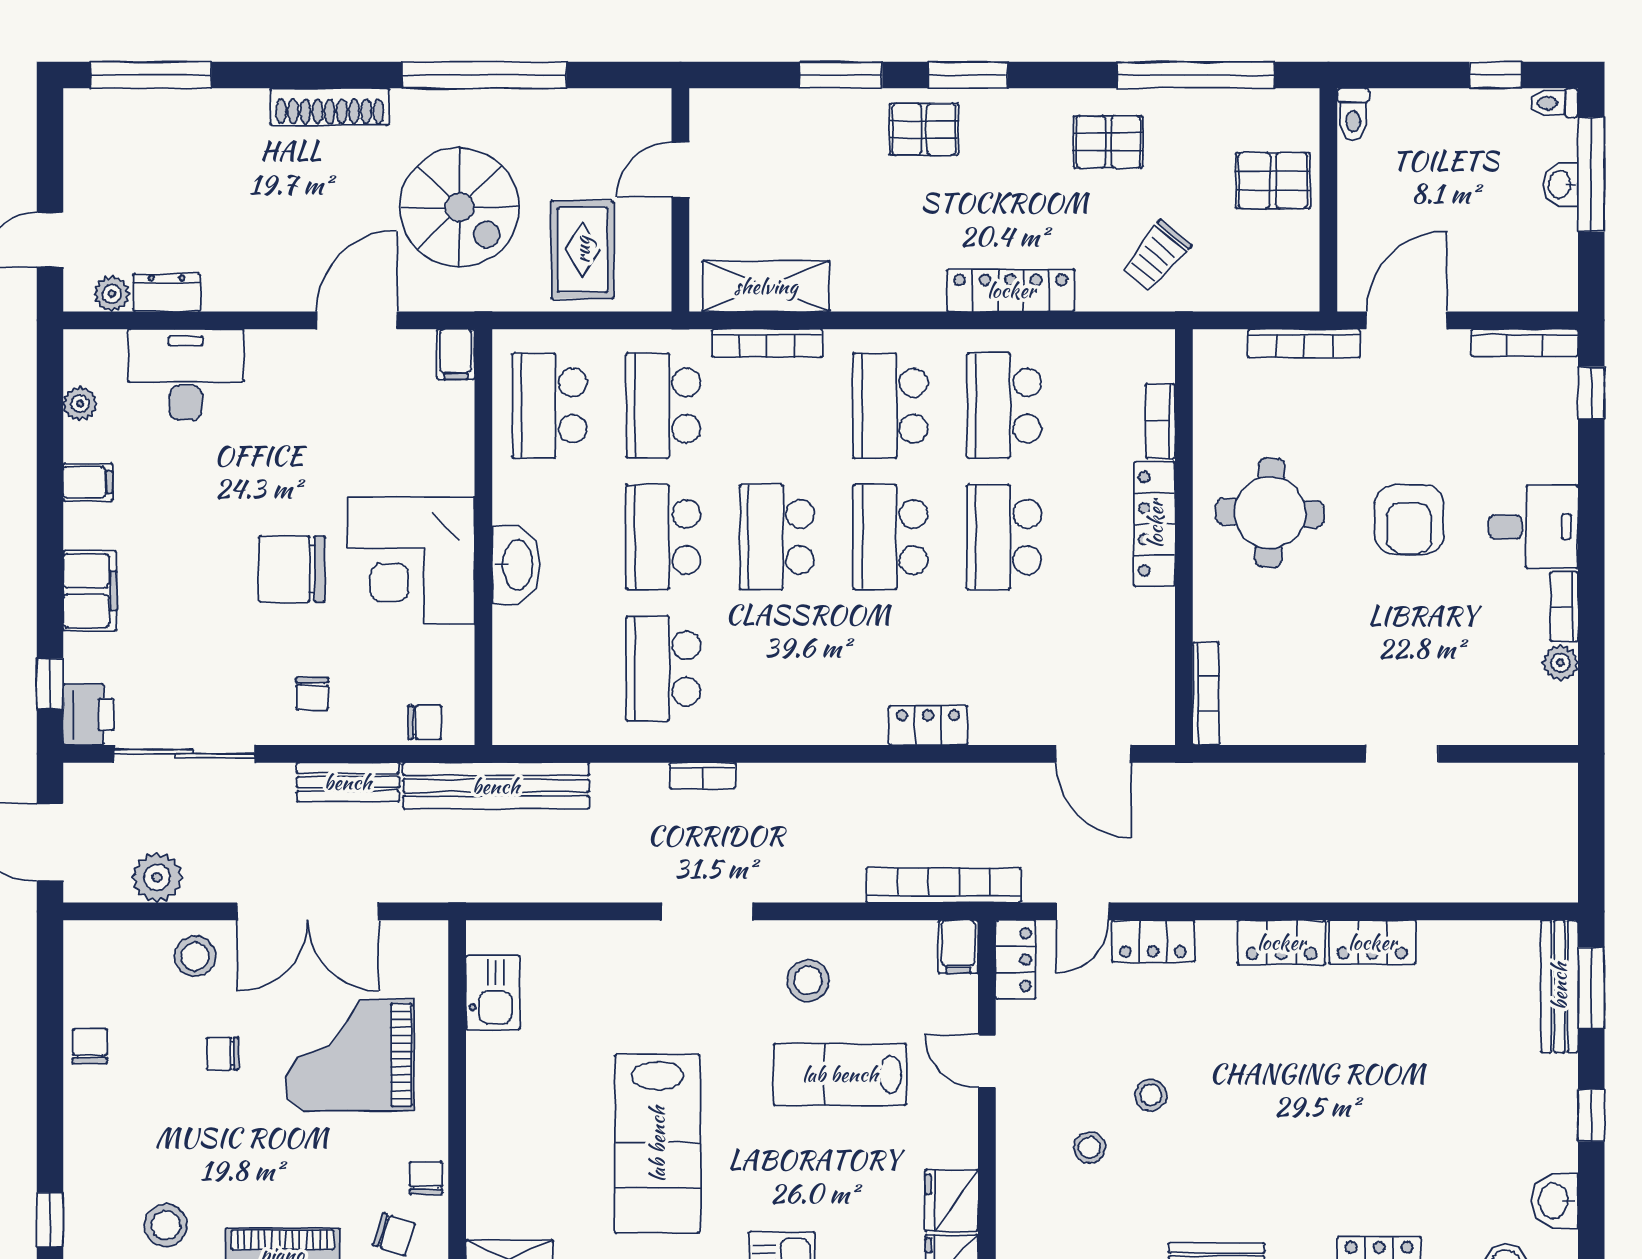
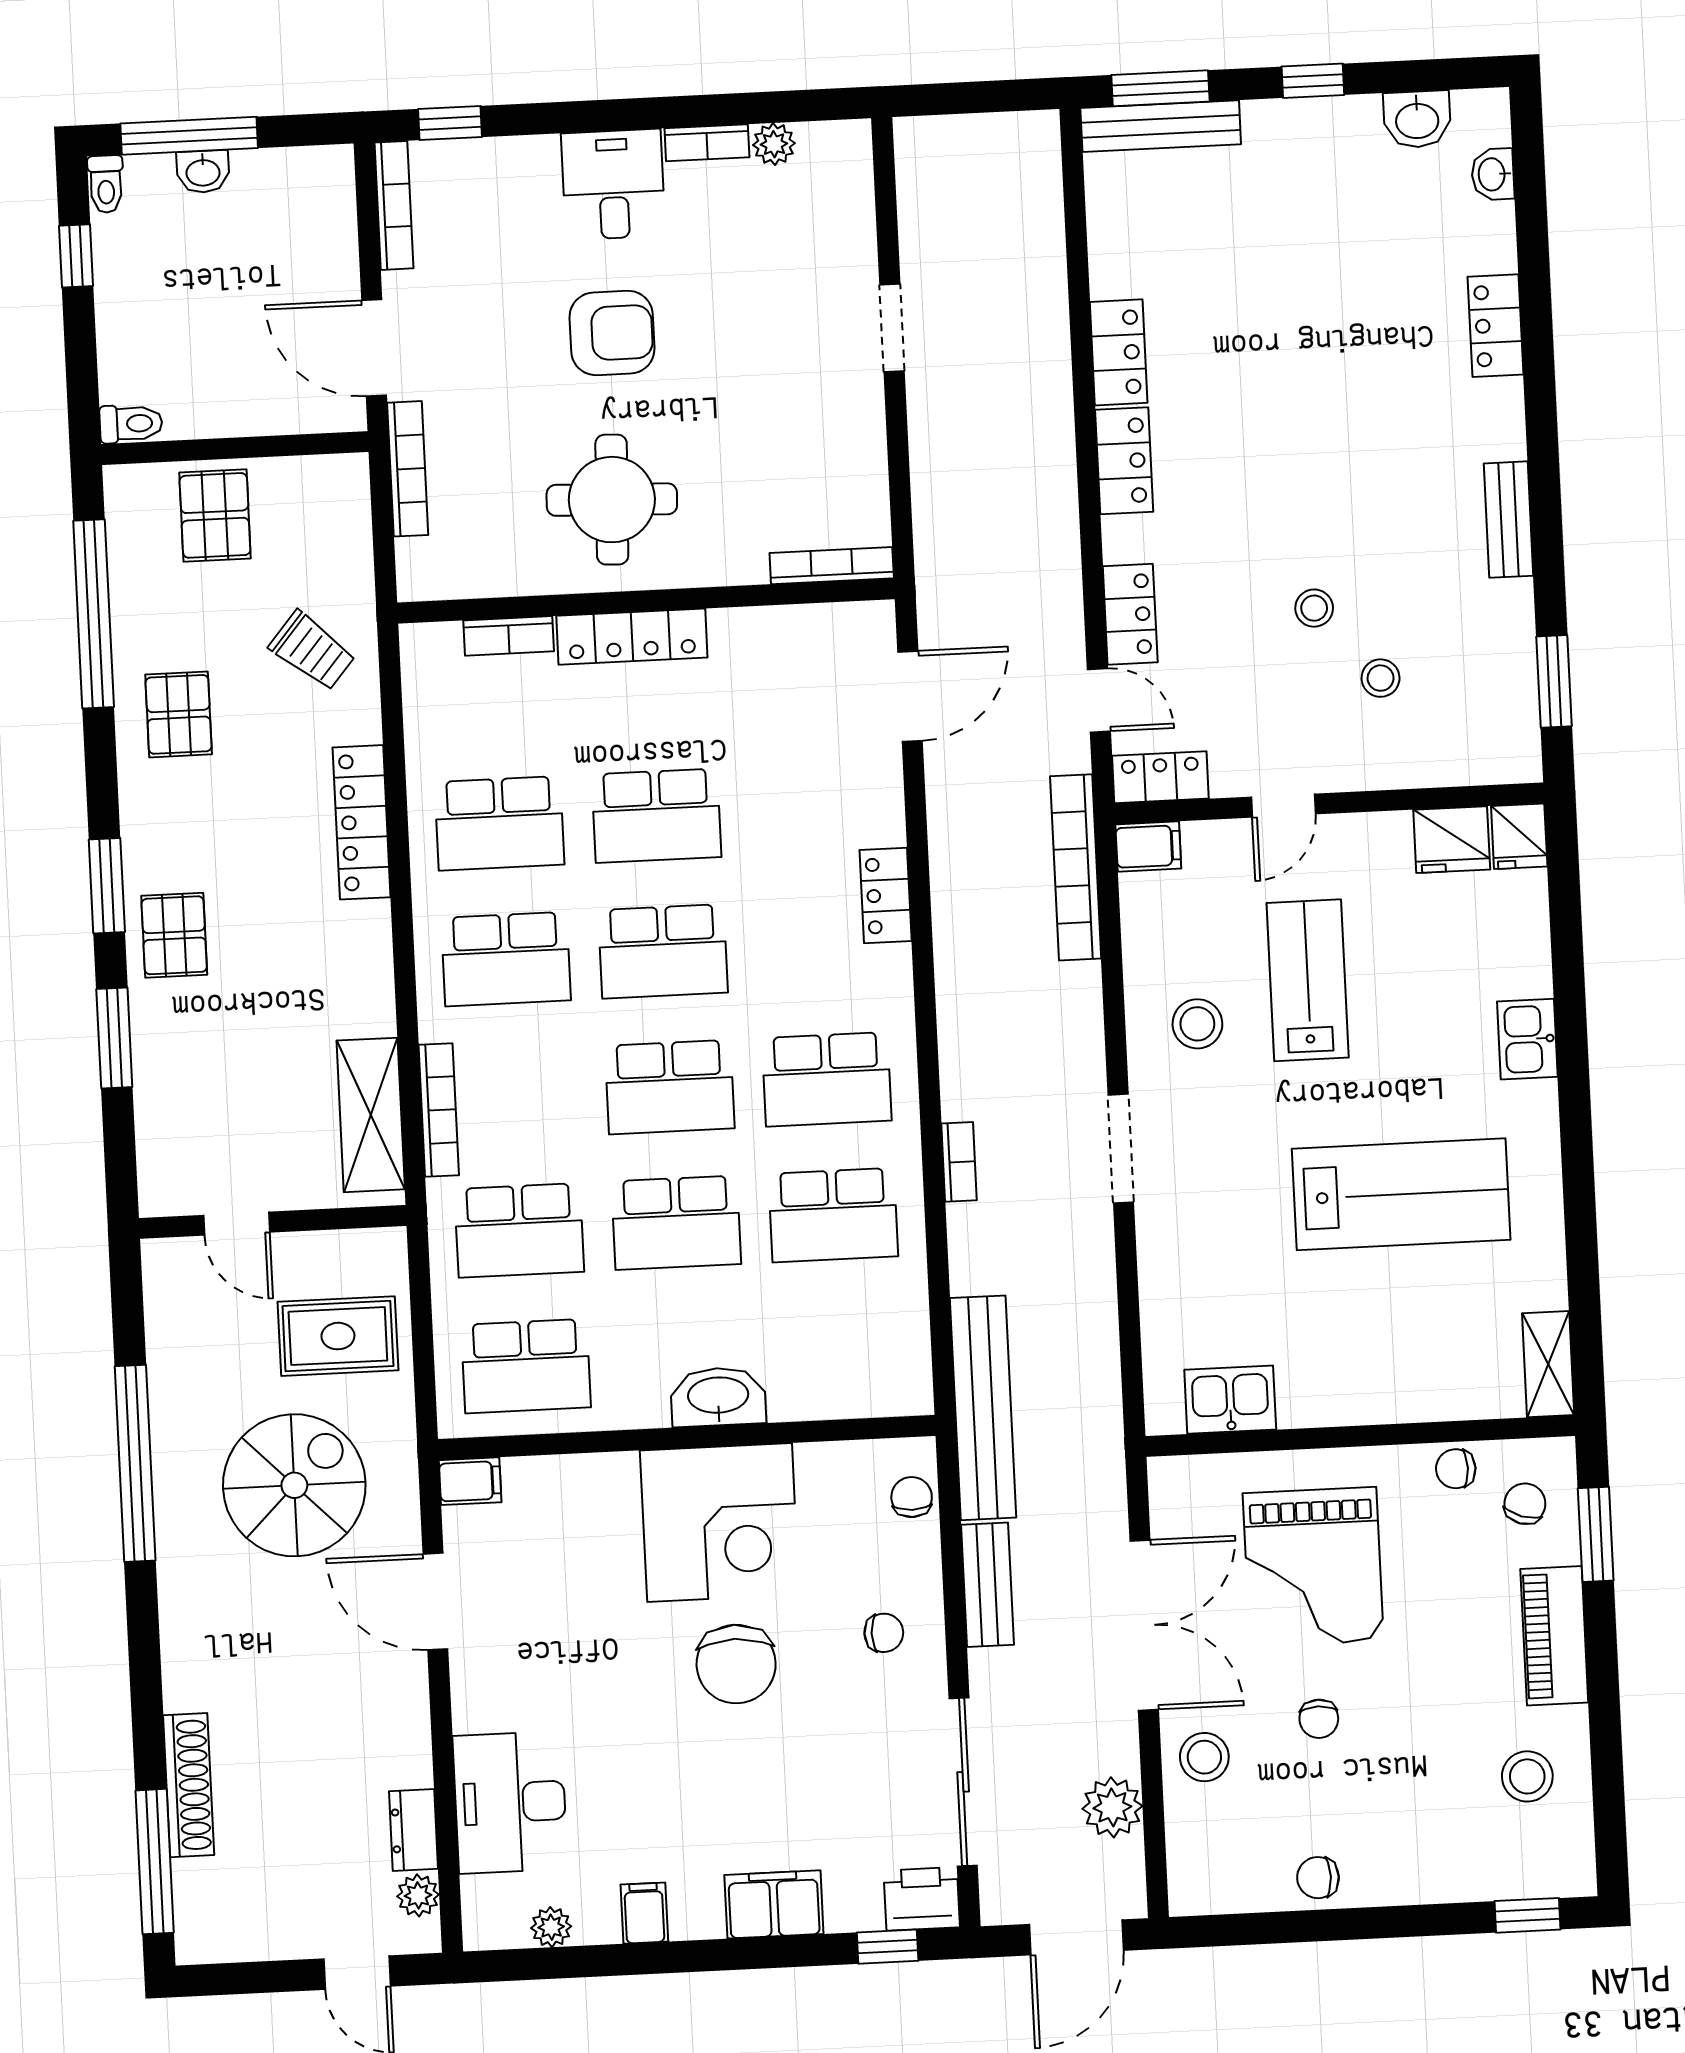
shoe rack: (330, 107) -> (189, 1785), moved
school desk: (777, 669) -> (827, 1079), added
lab bench: (840, 1074) -> (1308, 980), turned 180

